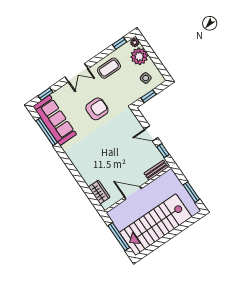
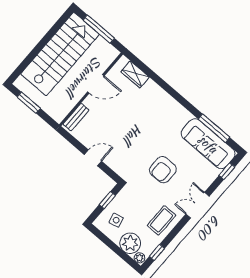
window: (163, 151) -> (74, 142), removed

